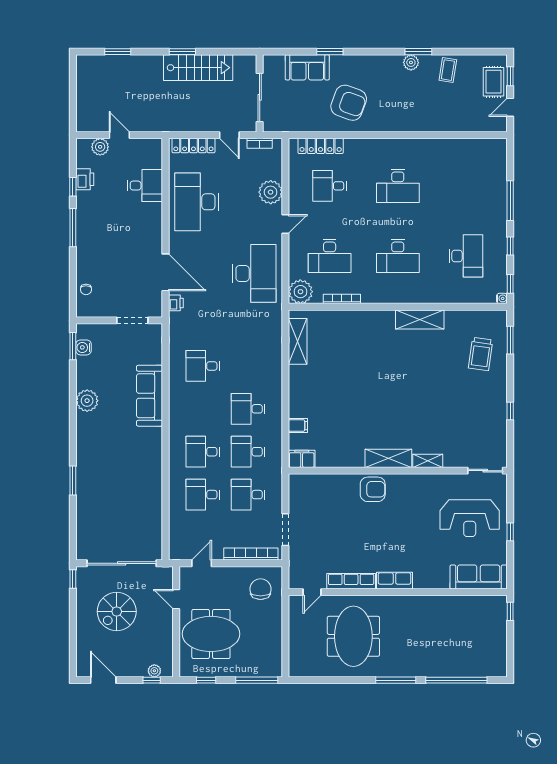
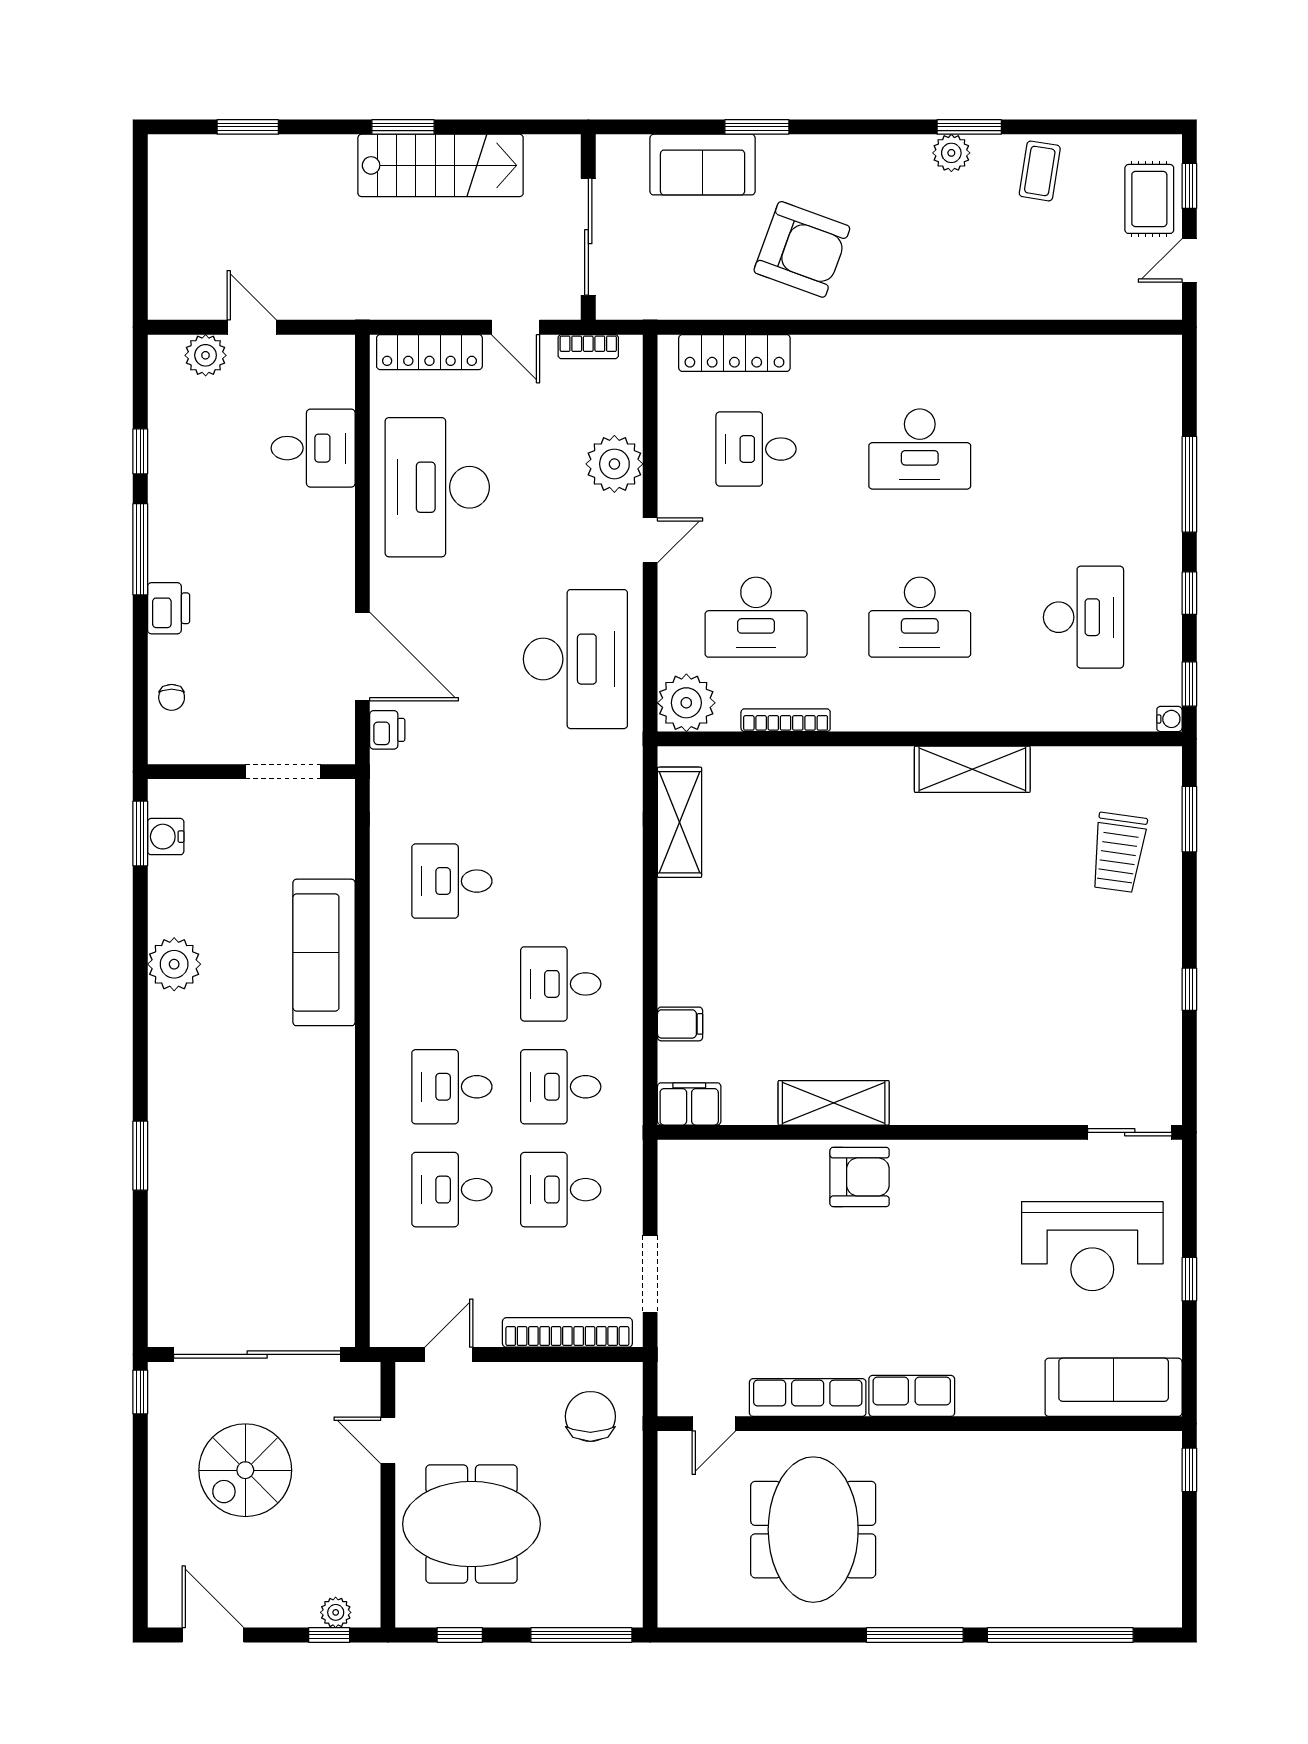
printer: (85, 179) -> (169, 608), moved
shelving: (388, 458) -> (834, 1103), moved
shelving: (428, 461) -> (992, 1109), removed

